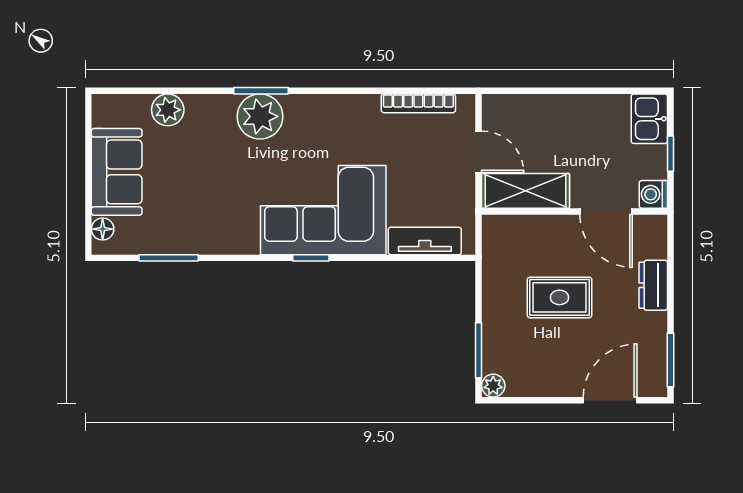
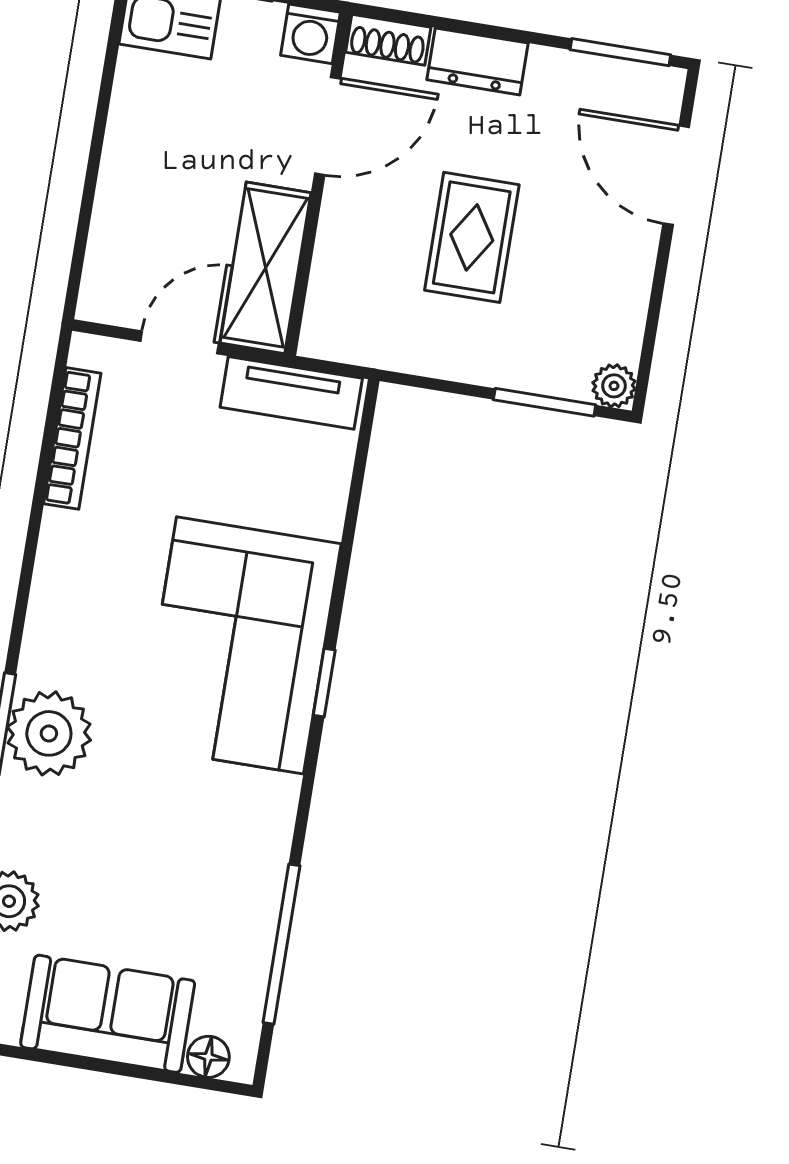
shoe rack: (657, 236) -> (388, 40), added
tv unit: (425, 241) -> (291, 393), moved, turned -90
window: (169, 258) -> (281, 944), width x1.44

